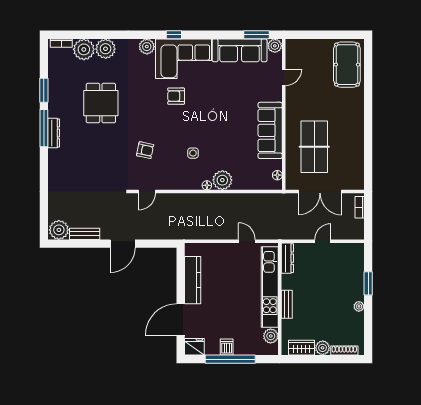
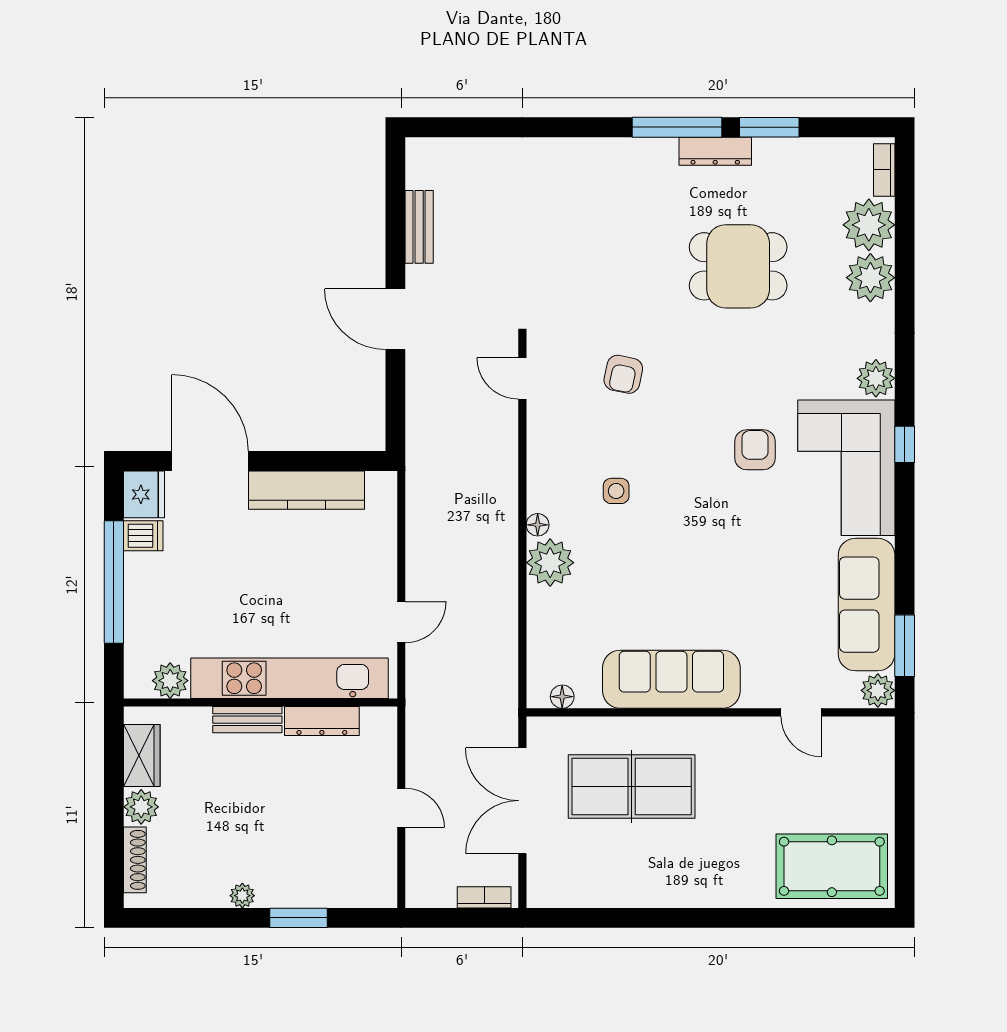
dresser: (54, 133) -> (715, 151), moved
plant: (59, 230) -> (429, 164), removed
dresser: (287, 258) -> (322, 721), moved
dishwasher: (227, 347) -> (143, 536), moved

